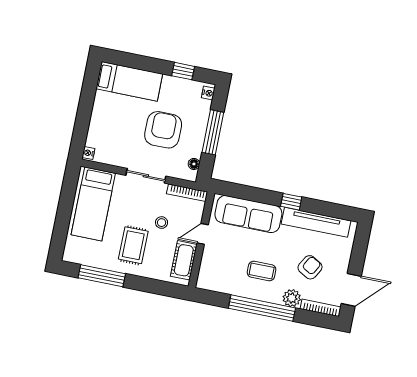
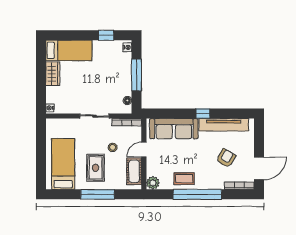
wardrobe: (102, 108) -> (53, 74), added
armchair: (163, 130) -> (100, 80), removed
bed: (93, 204) -> (63, 164), moved, turned 180
coffee table: (262, 271) -> (184, 179), moved
window: (102, 276) -> (98, 194), moved
plant: (292, 298) -> (153, 183), moved

